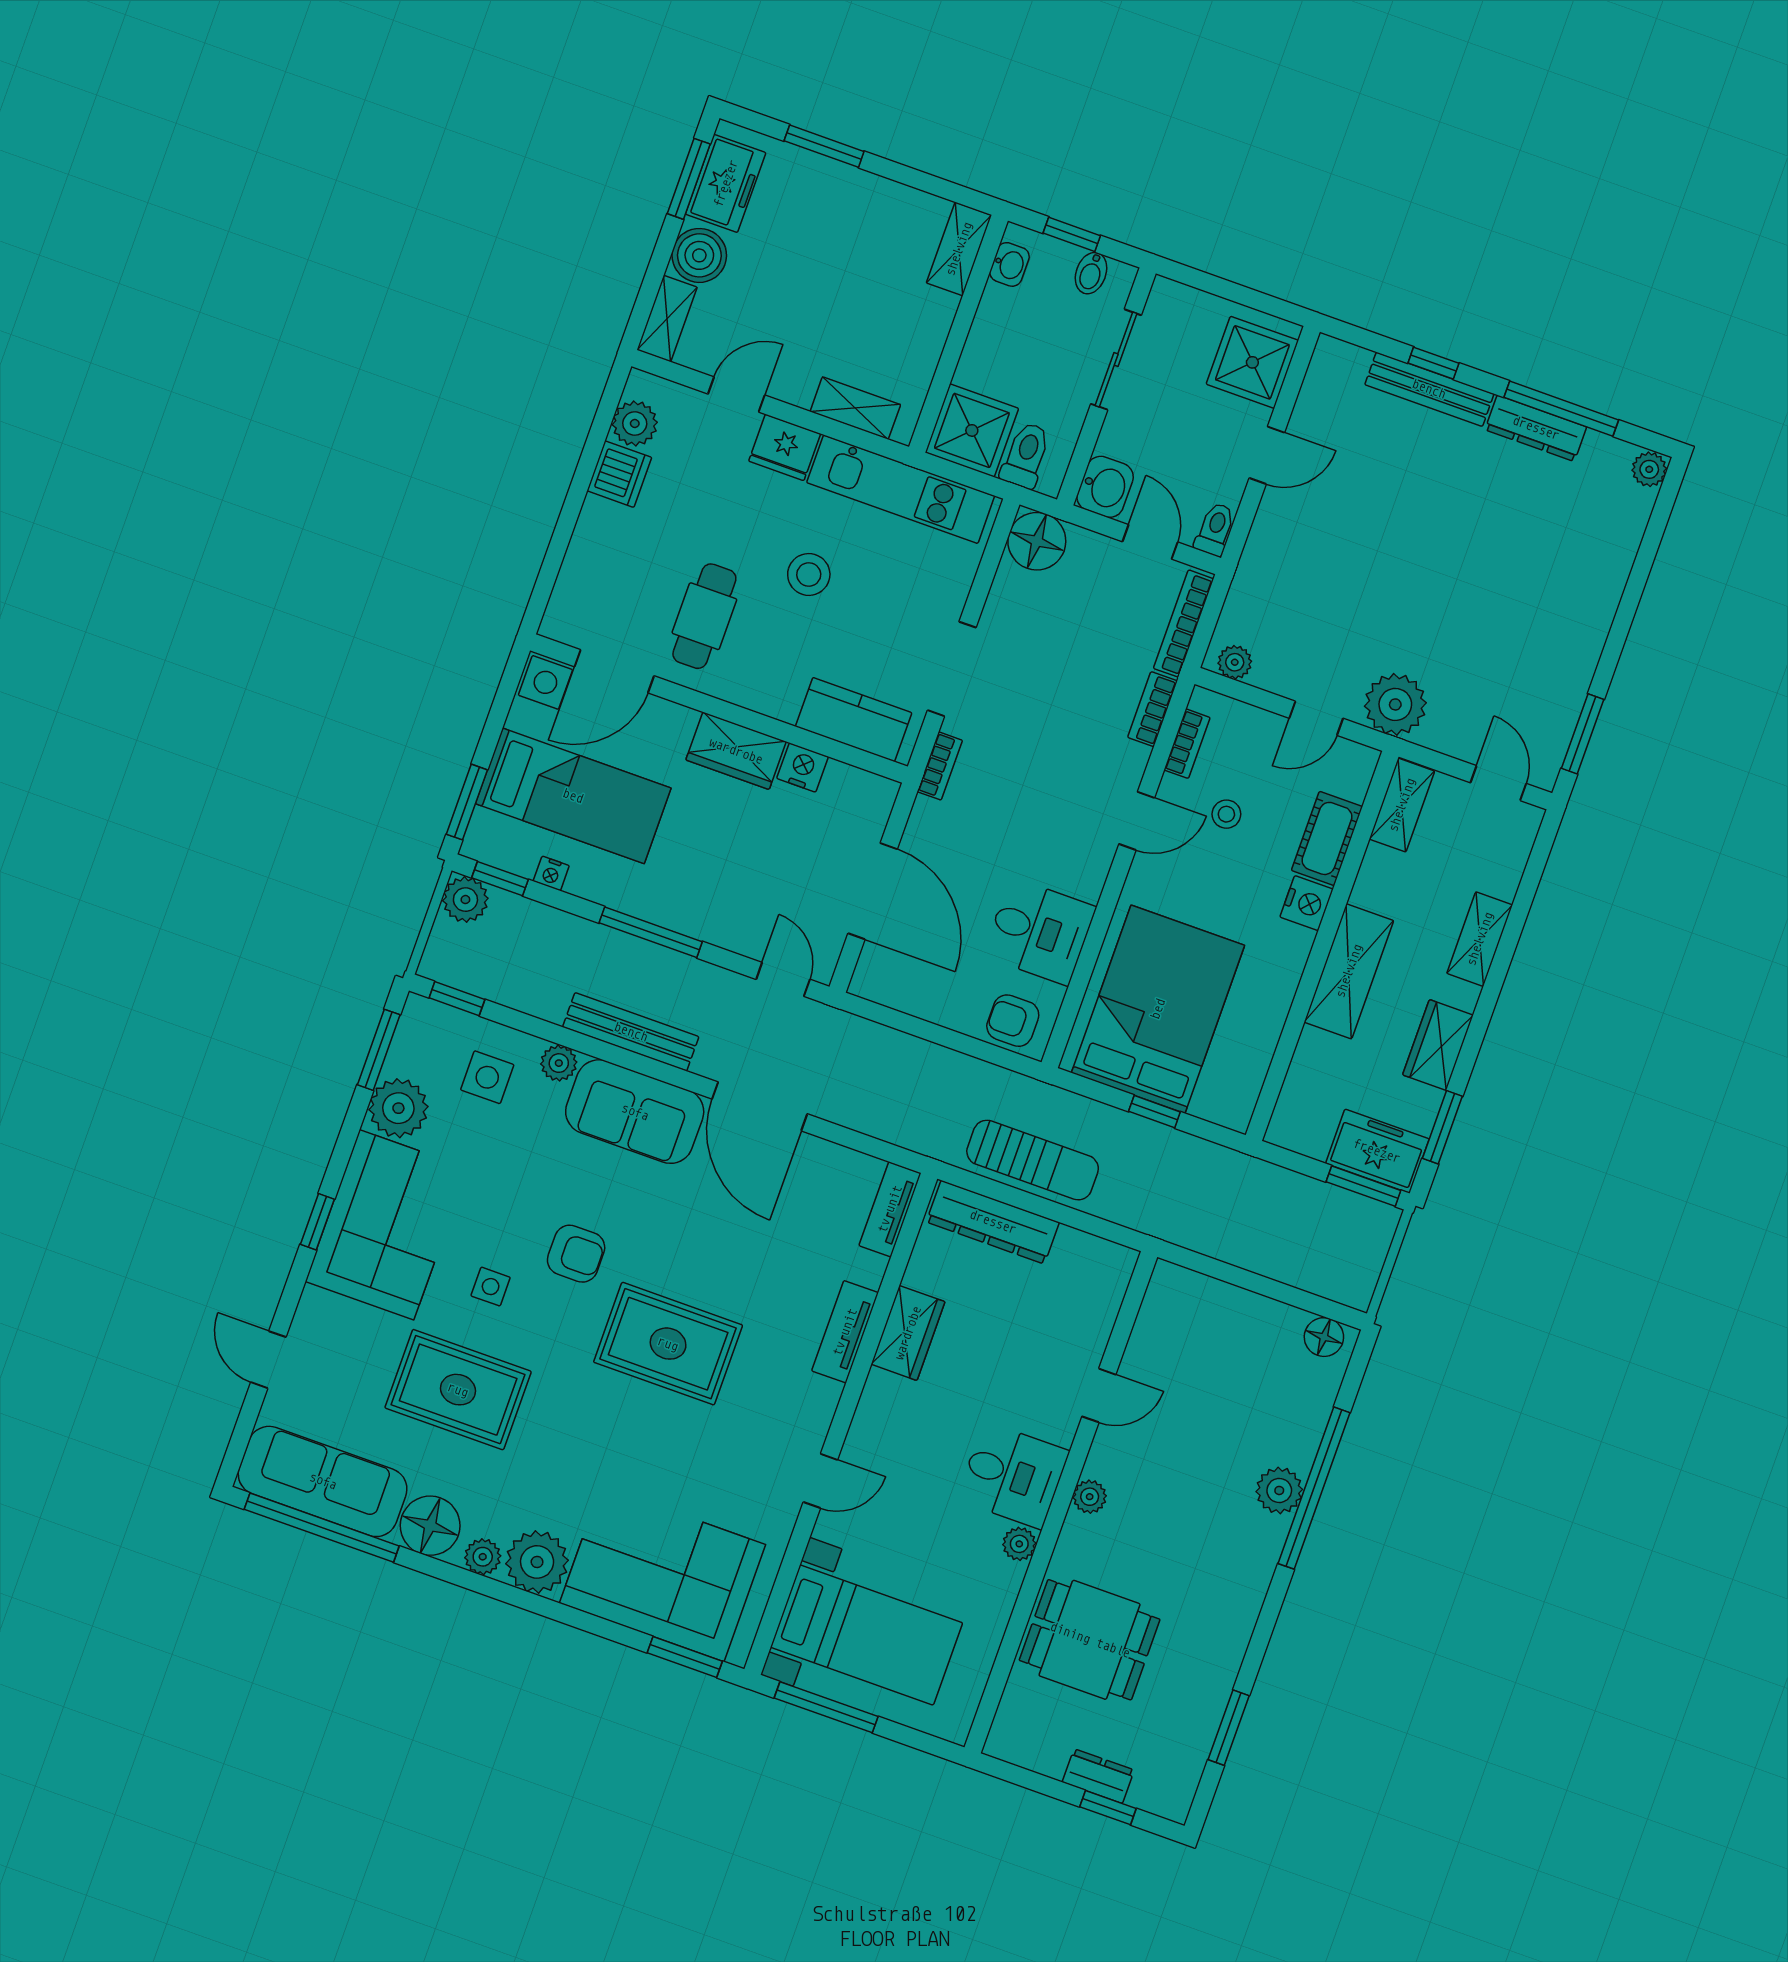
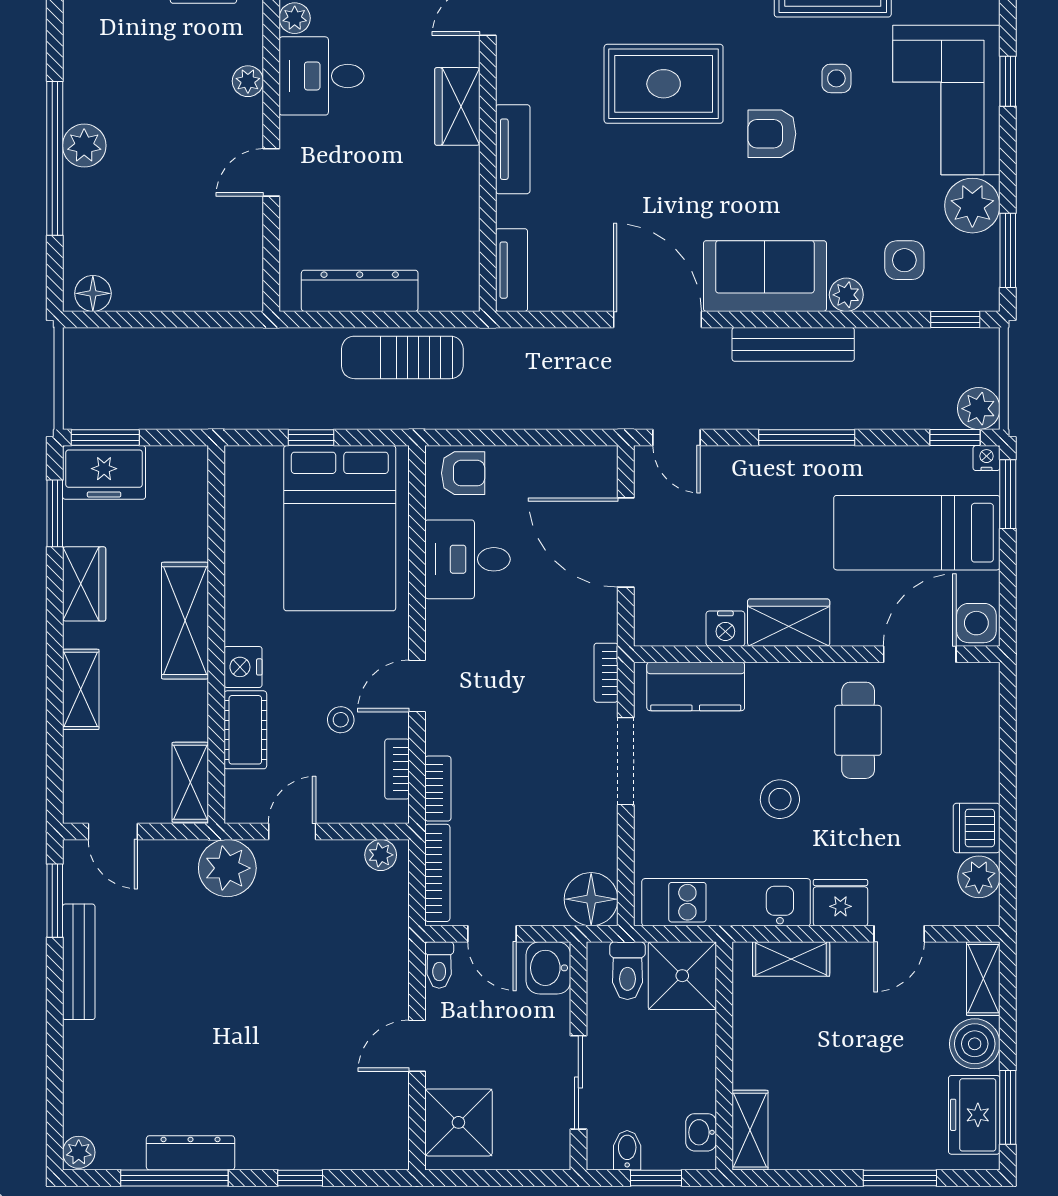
bench: (1429, 389) -> (79, 962), moved, turned 90
nightstand: (551, 873) -> (986, 458), moved
dresser: (993, 1222) -> (360, 291), moved
wardrobe: (908, 1333) -> (457, 106), moved

